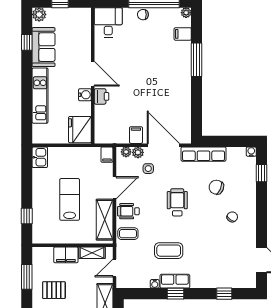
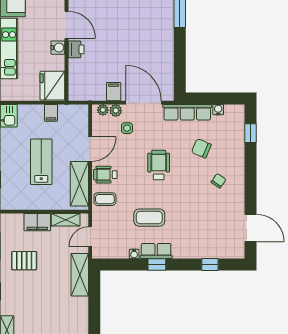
water cooler: (251, 152) -> (218, 110), moved
filing cabinet: (107, 155) -> (51, 113), moved

